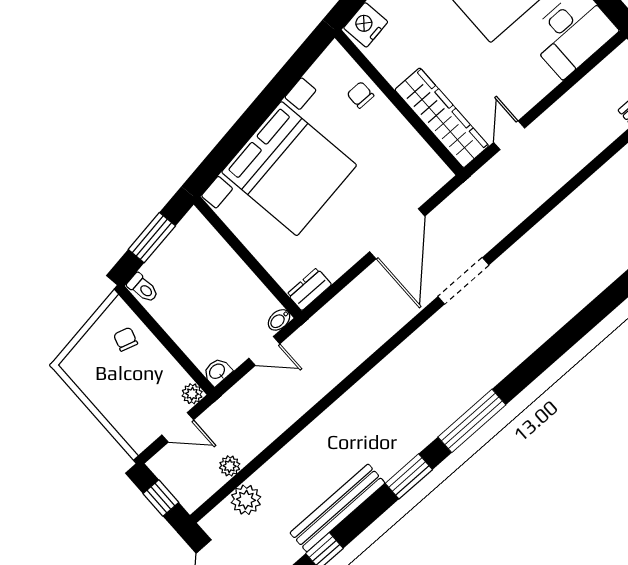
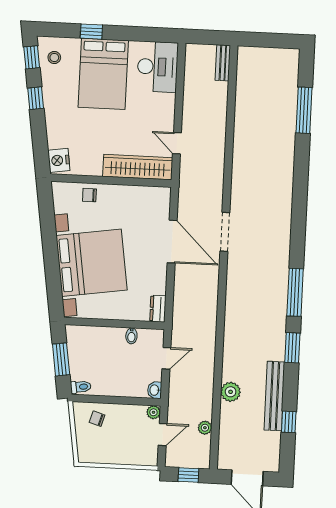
bidet: (279, 320) -> (131, 336), moved
plant: (246, 500) -> (231, 392), moved

